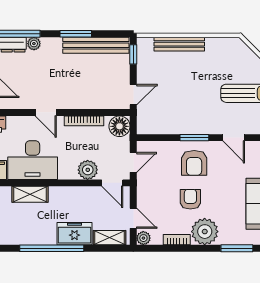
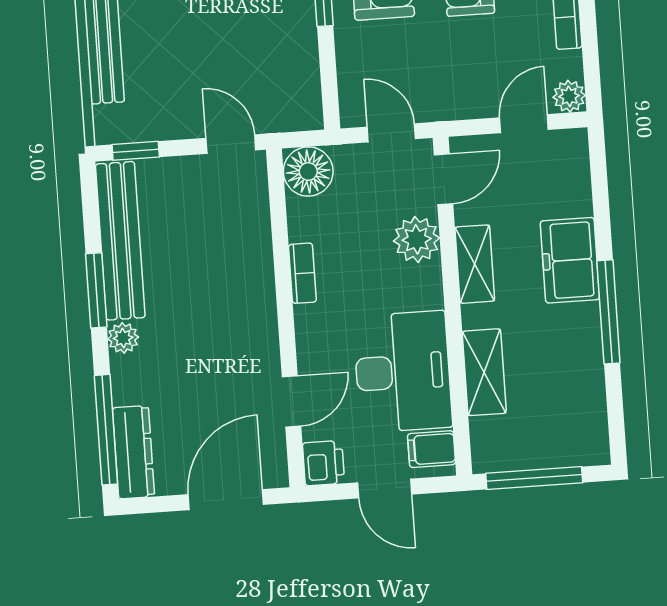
plant: (34, 44) -> (123, 338), moved
door: (46, 112) -> (292, 401), moved
bookcase: (84, 121) -> (302, 273), width x0.64
shelving: (109, 238) -> (475, 264), moved
window: (52, 248) -> (608, 312), width x0.68

